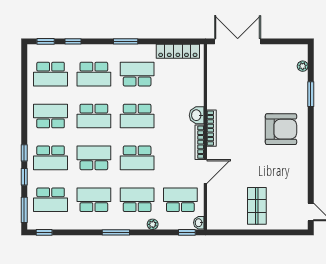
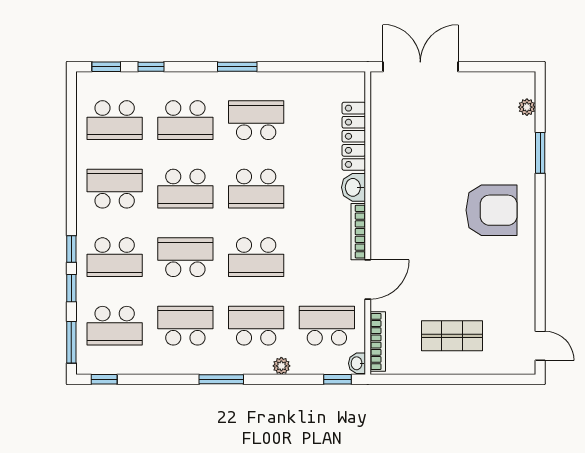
locker: (178, 51) -> (354, 136), moved, turned 90
bookcase: (211, 128) -> (378, 341), moved
shop shelf: (257, 206) -> (452, 336), turned 90

